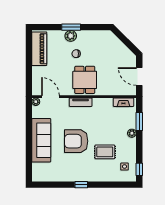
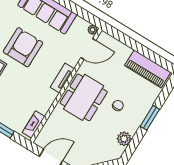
plant: (71, 36) -> (124, 139), moved
dining table: (85, 80) -> (84, 97), width x1.38

